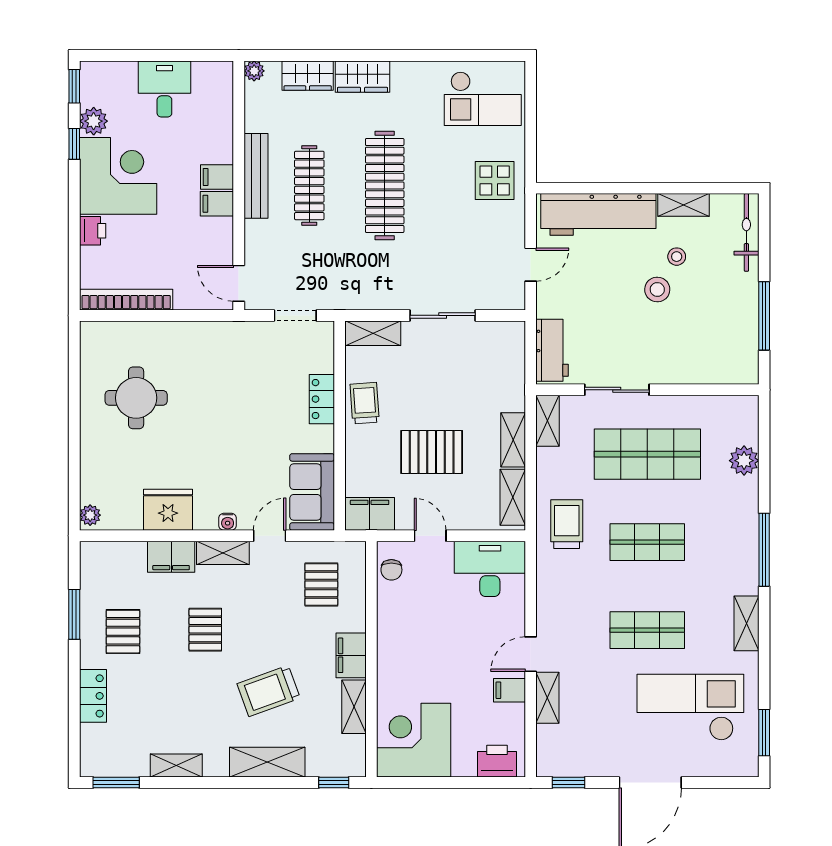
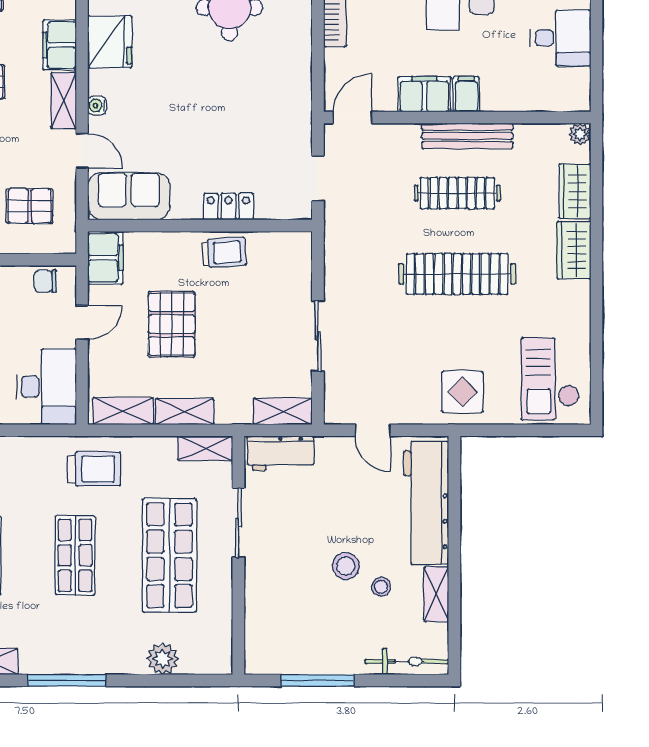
filing cabinet: (217, 204) -> (424, 94), width x2.00
shelving: (373, 333) -> (283, 411), moved, turned 90

